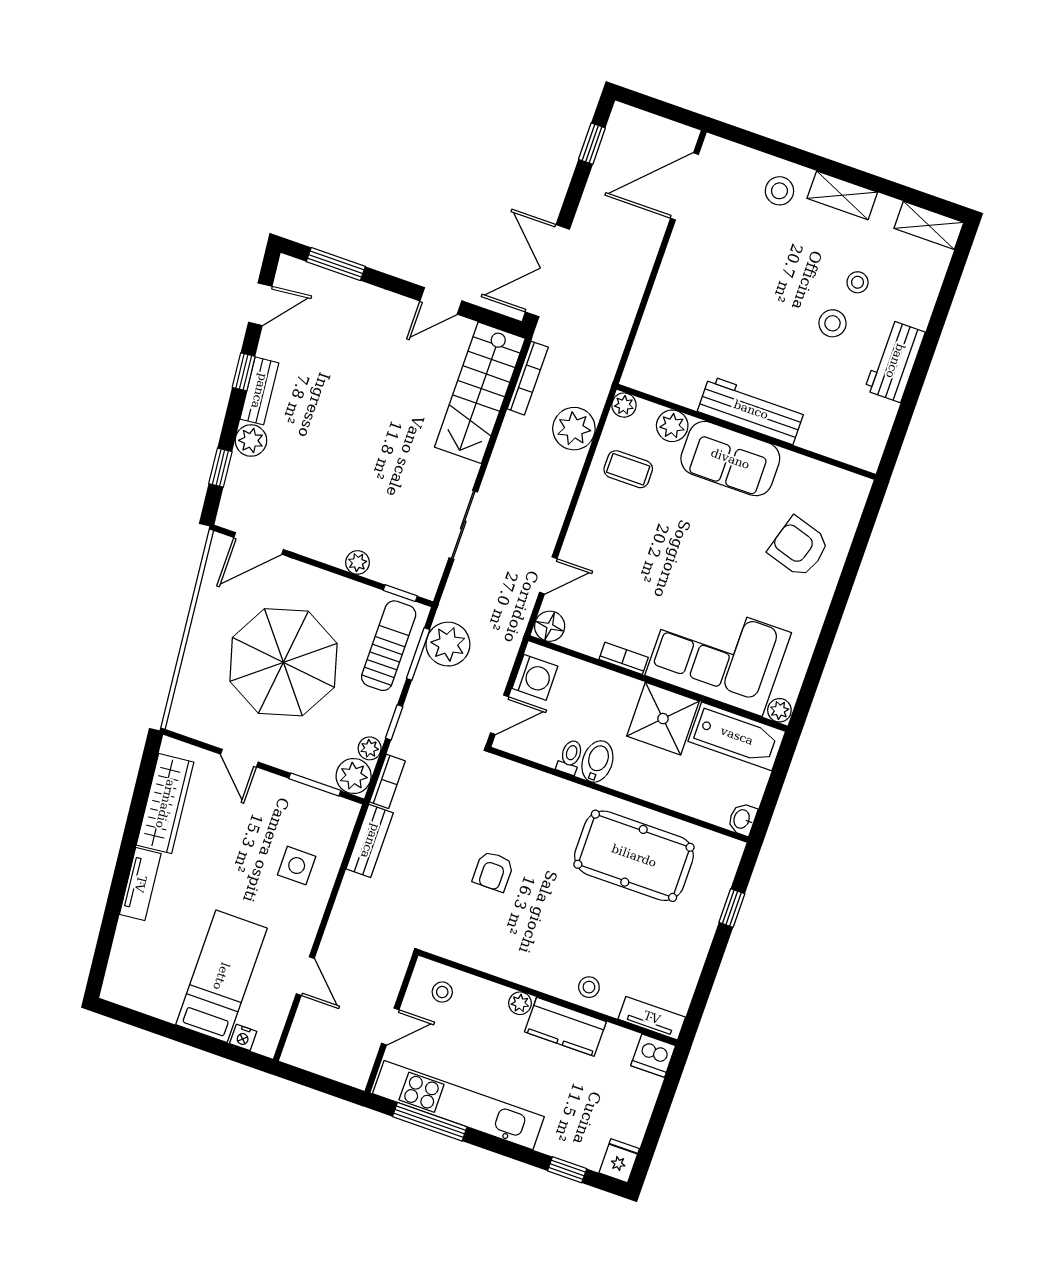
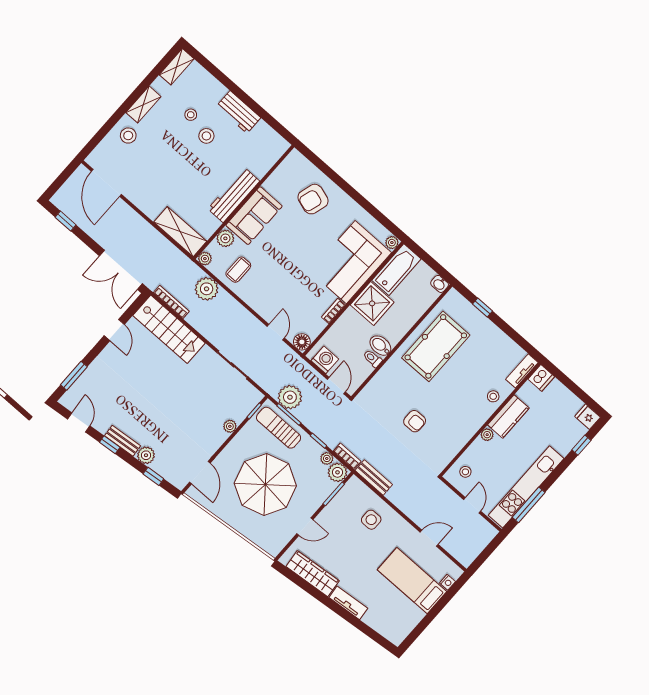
shelving: (653, 345) -> (180, 232), added

